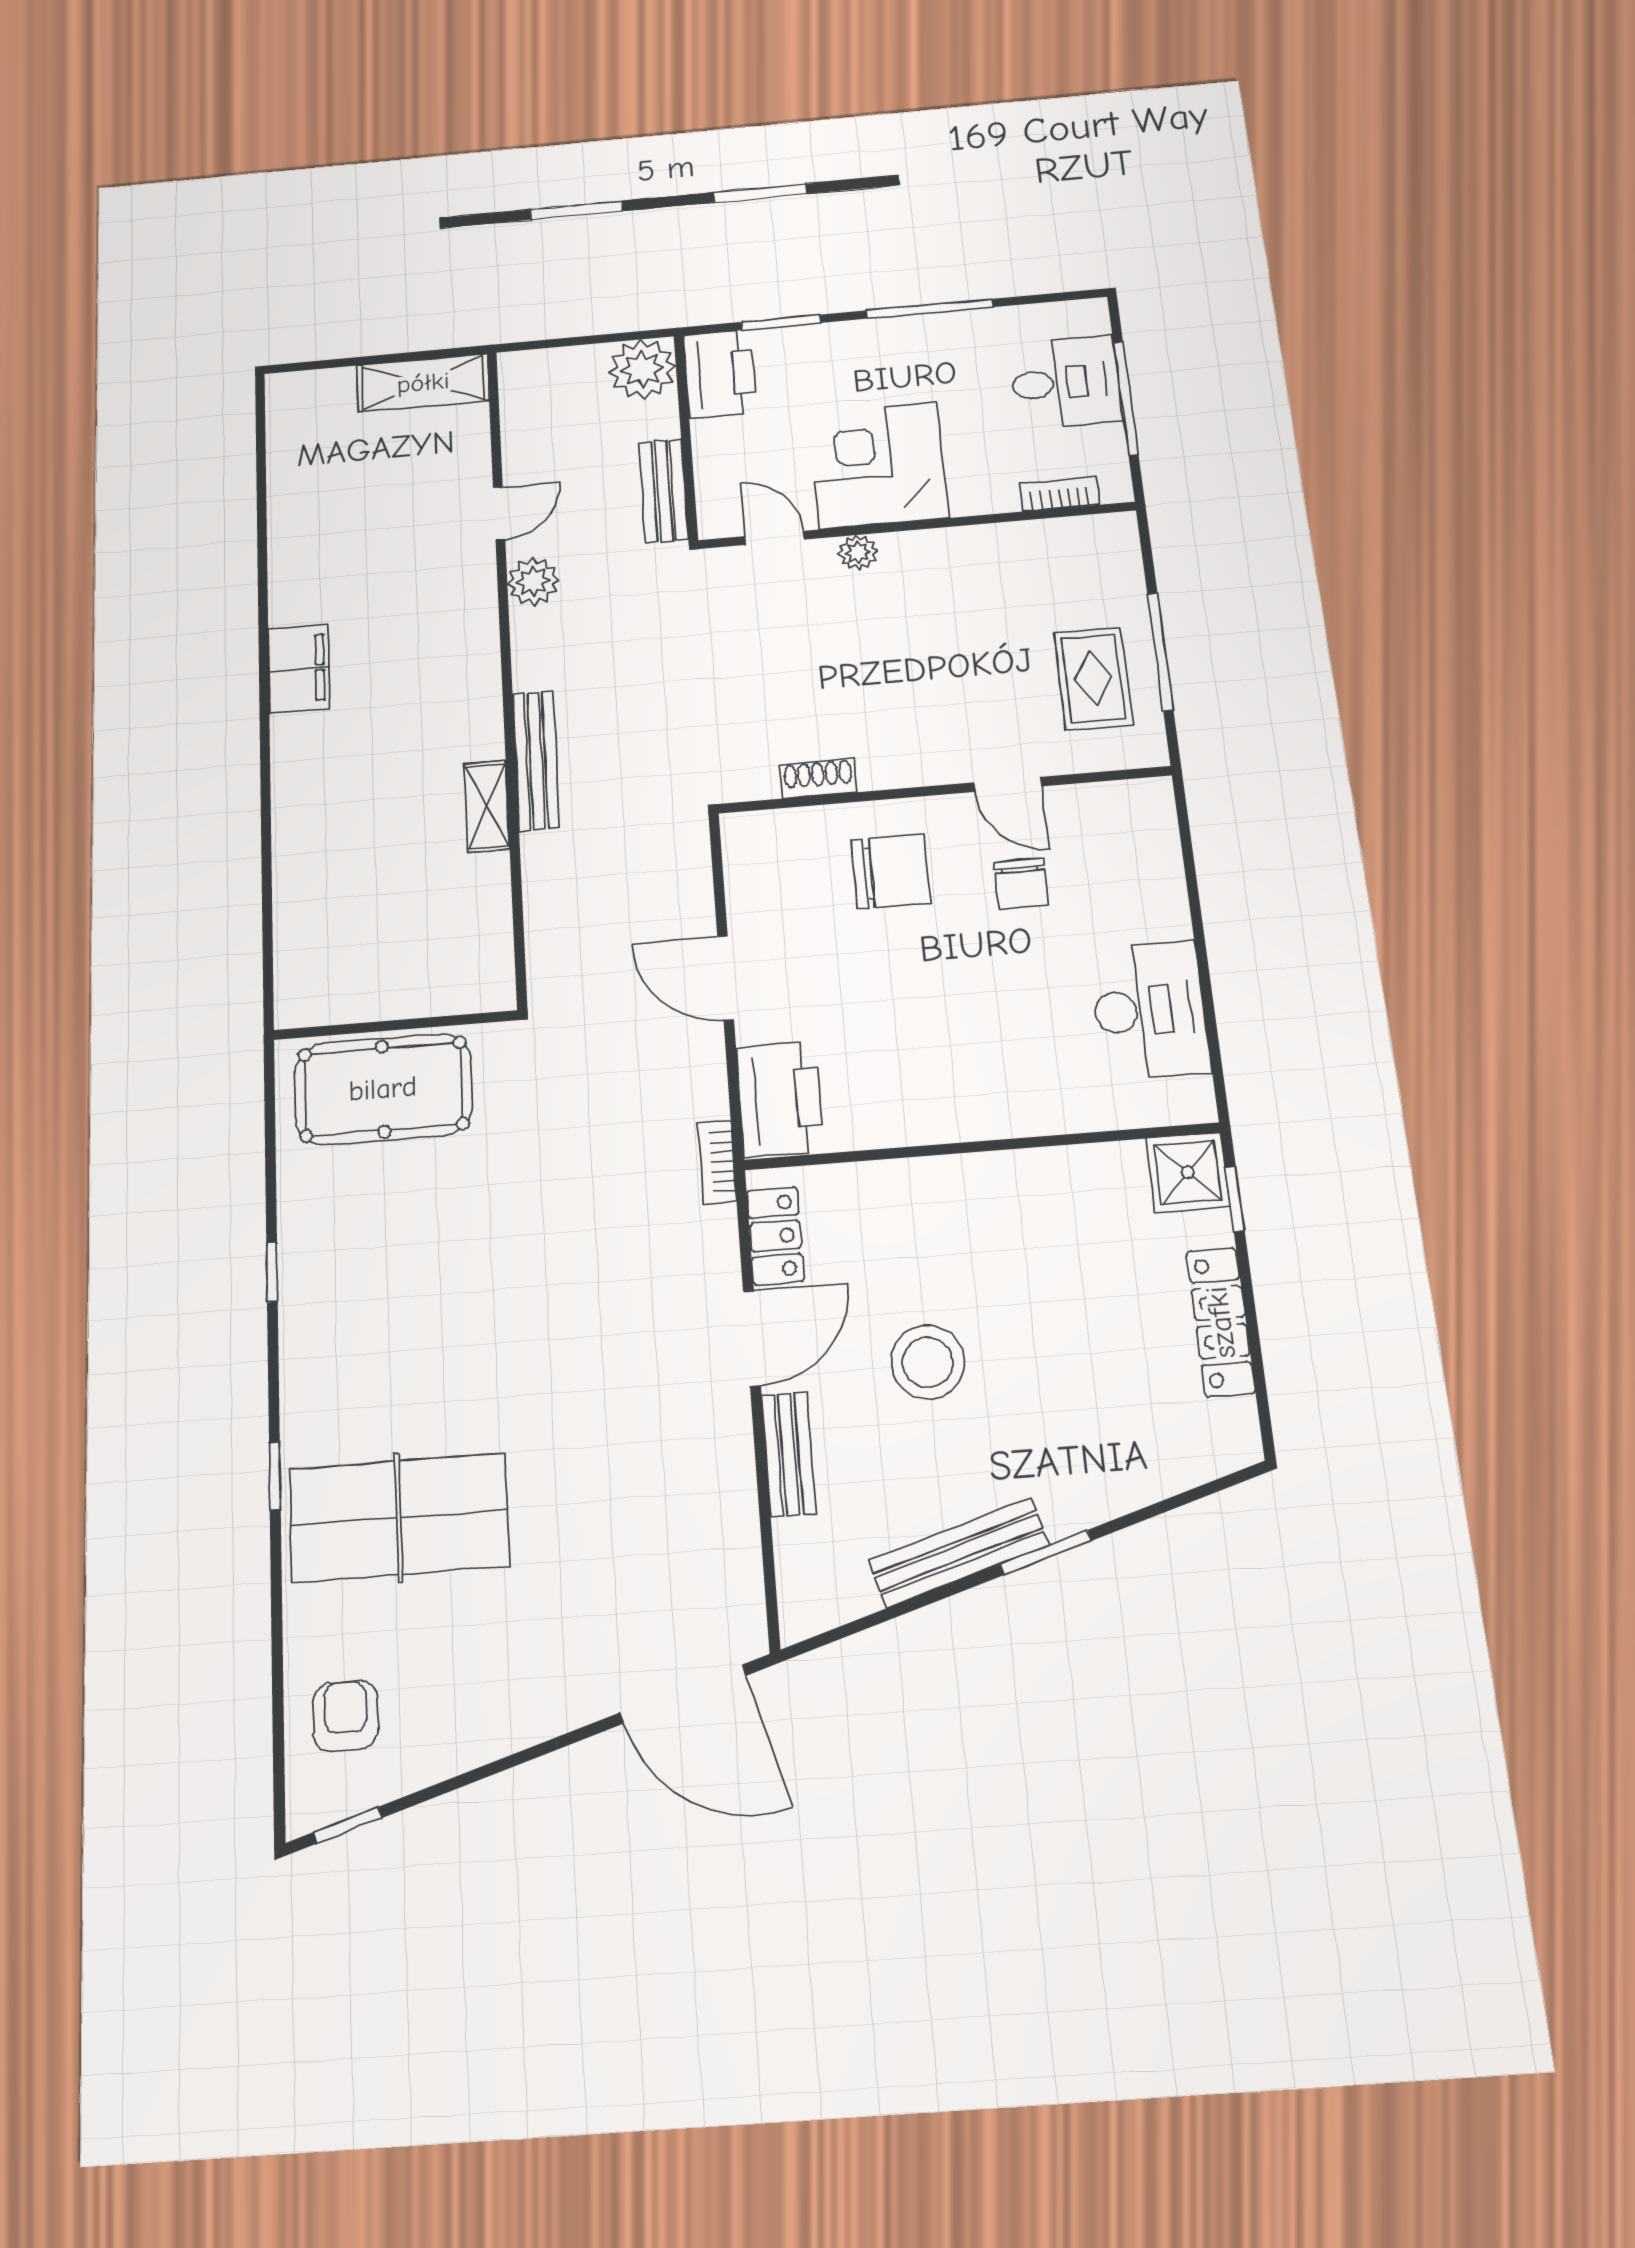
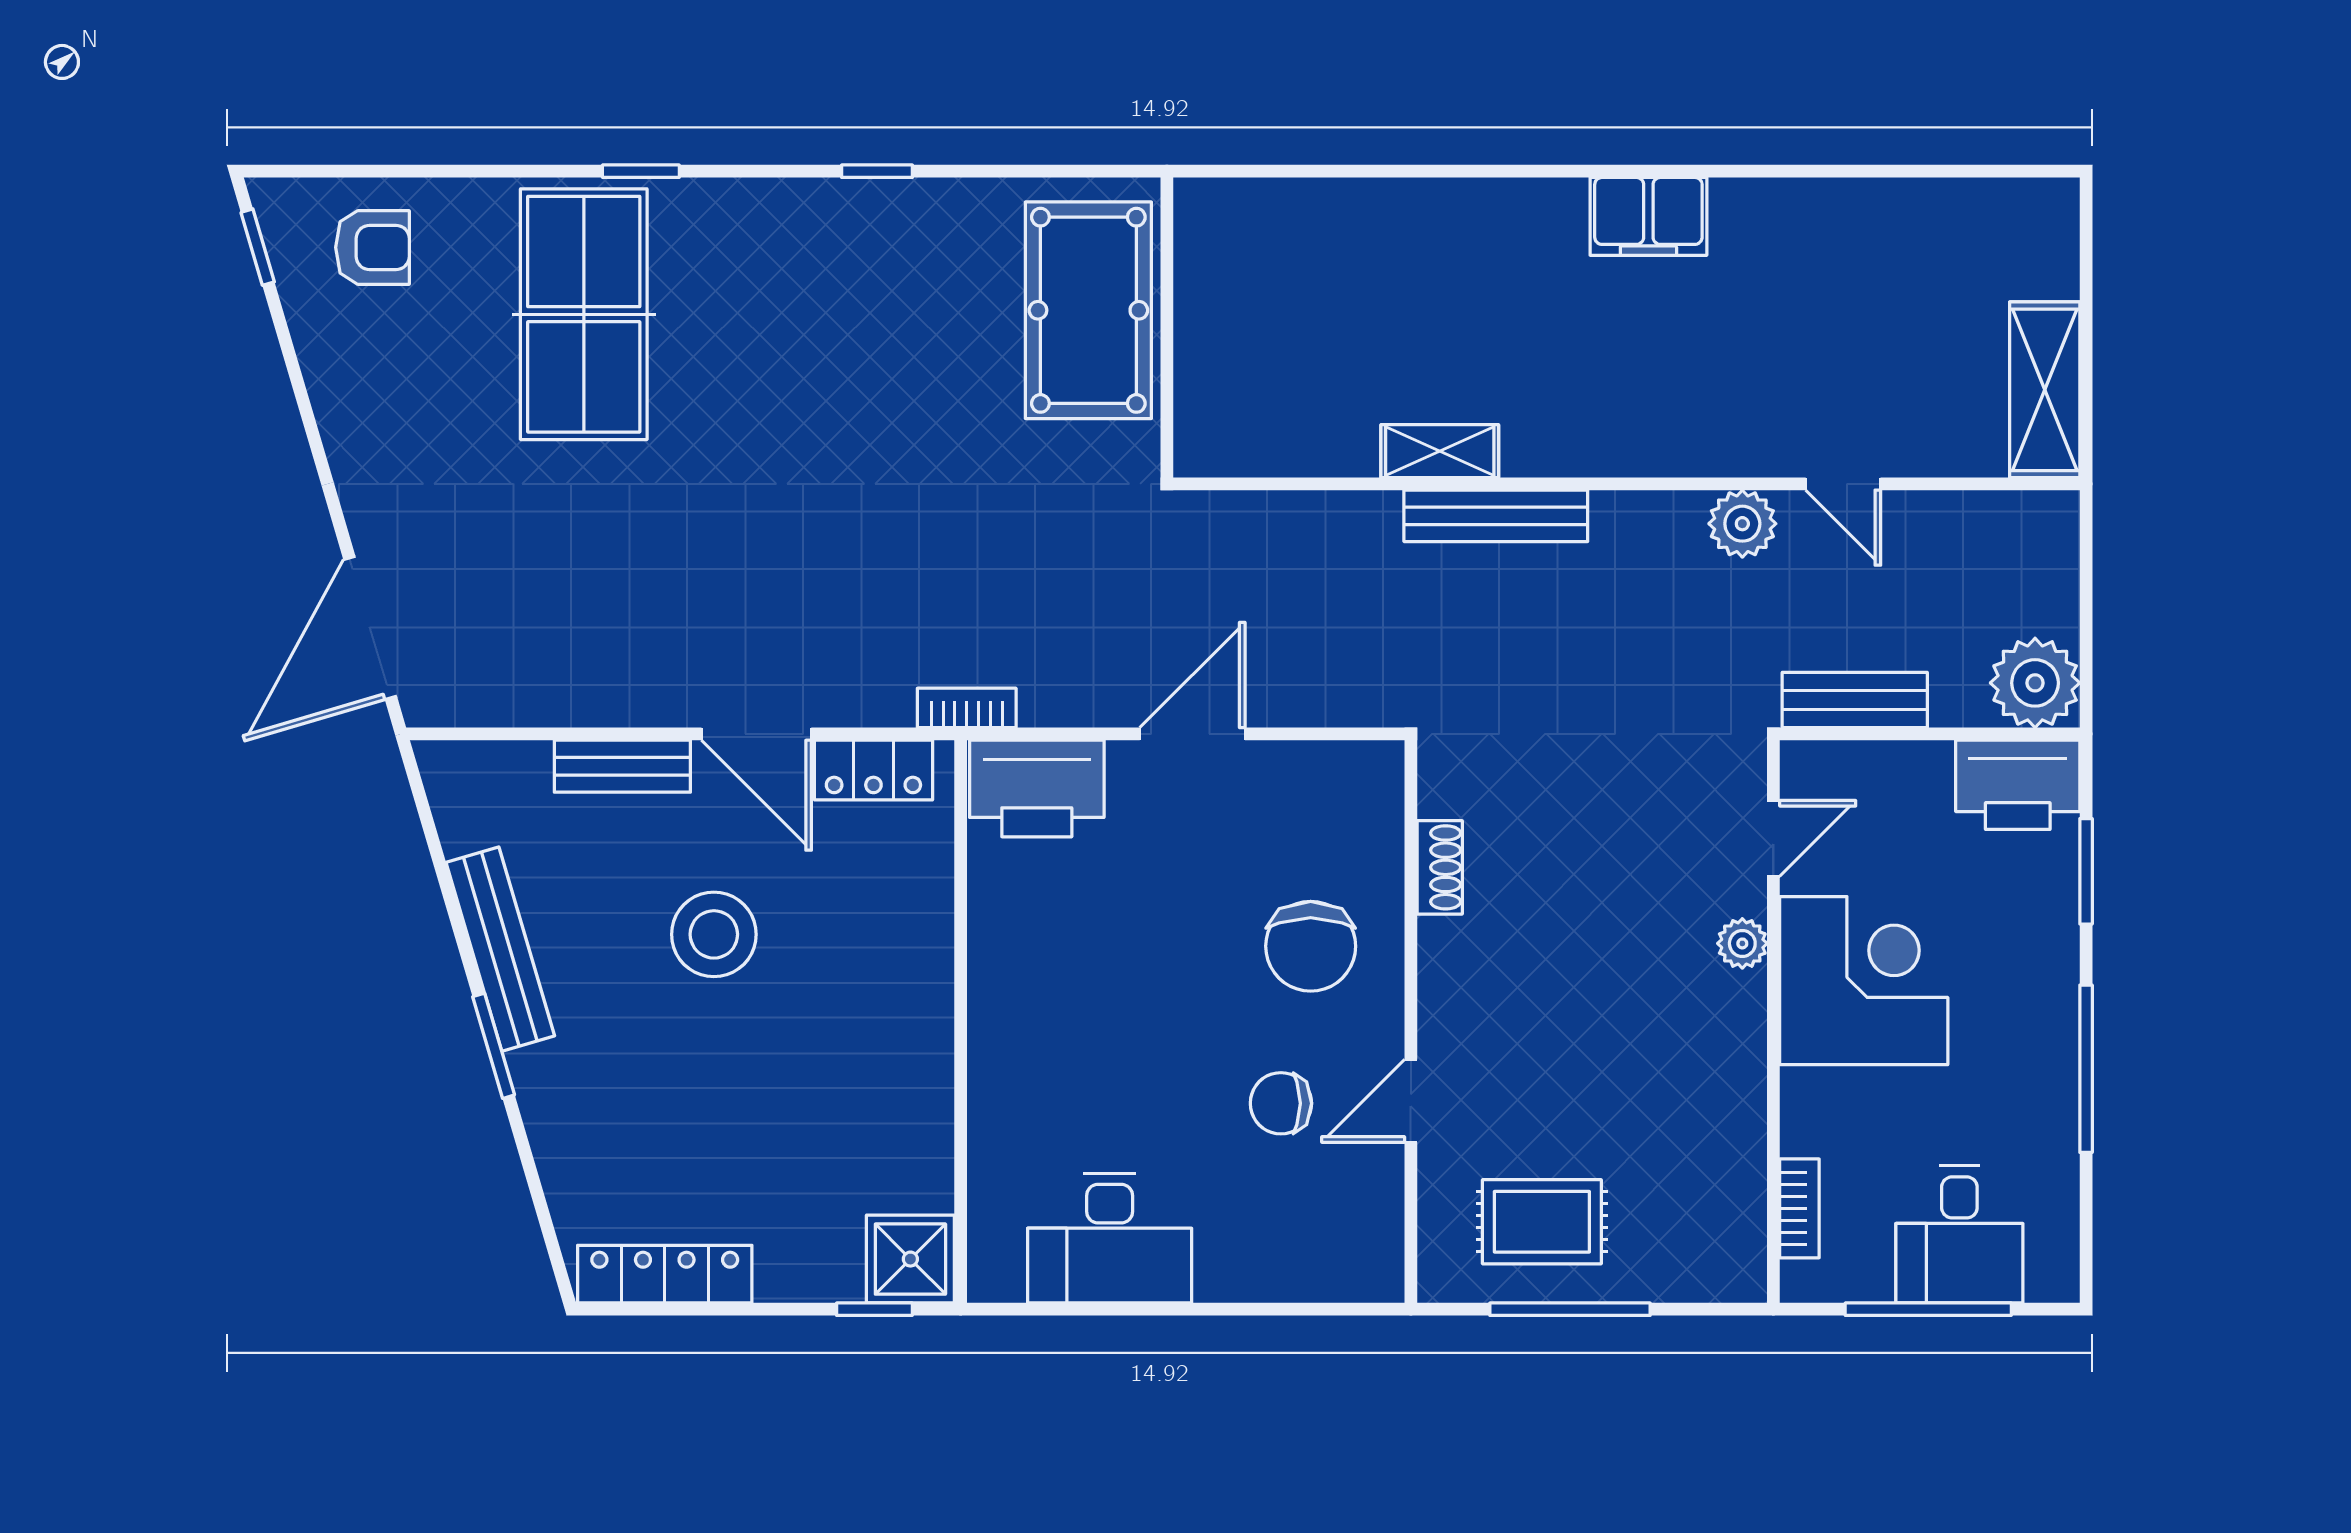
locker: (1221, 1322) -> (665, 1274), moved

